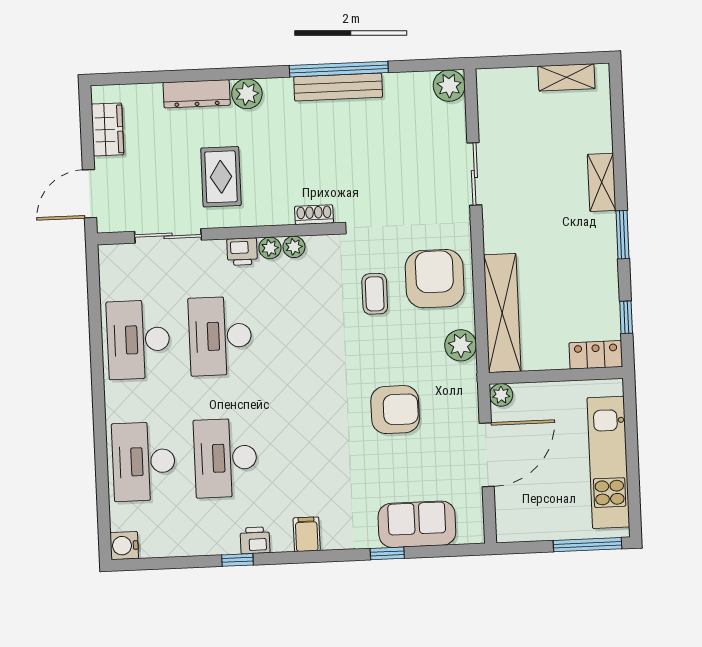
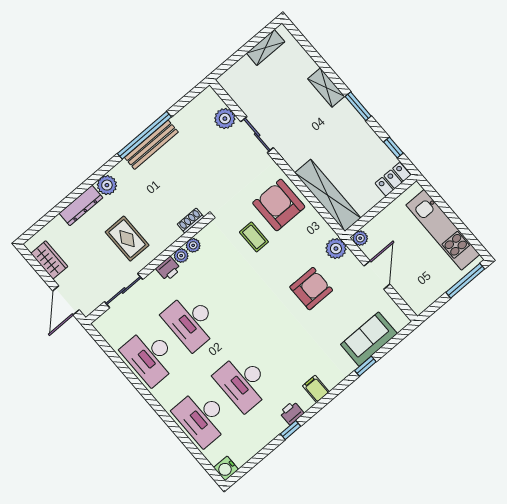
plant: (449, 86) -> (225, 119), moved
plant: (461, 345) -> (336, 249), moved
door: (487, 455) -> (377, 275), width x0.73

